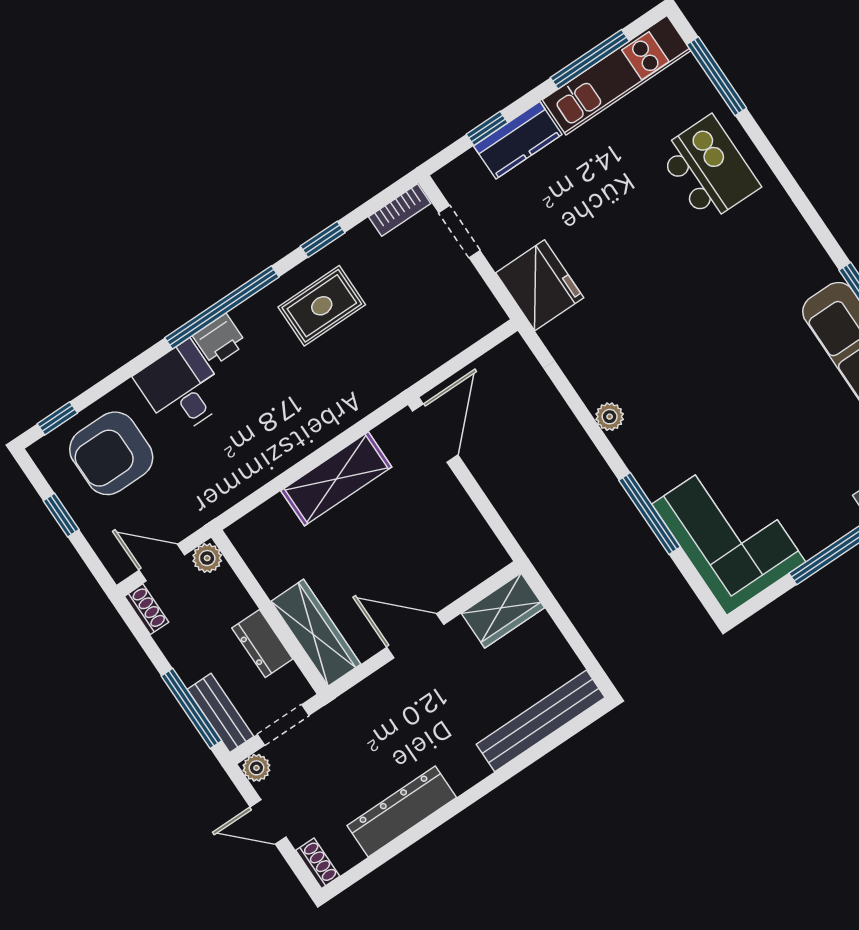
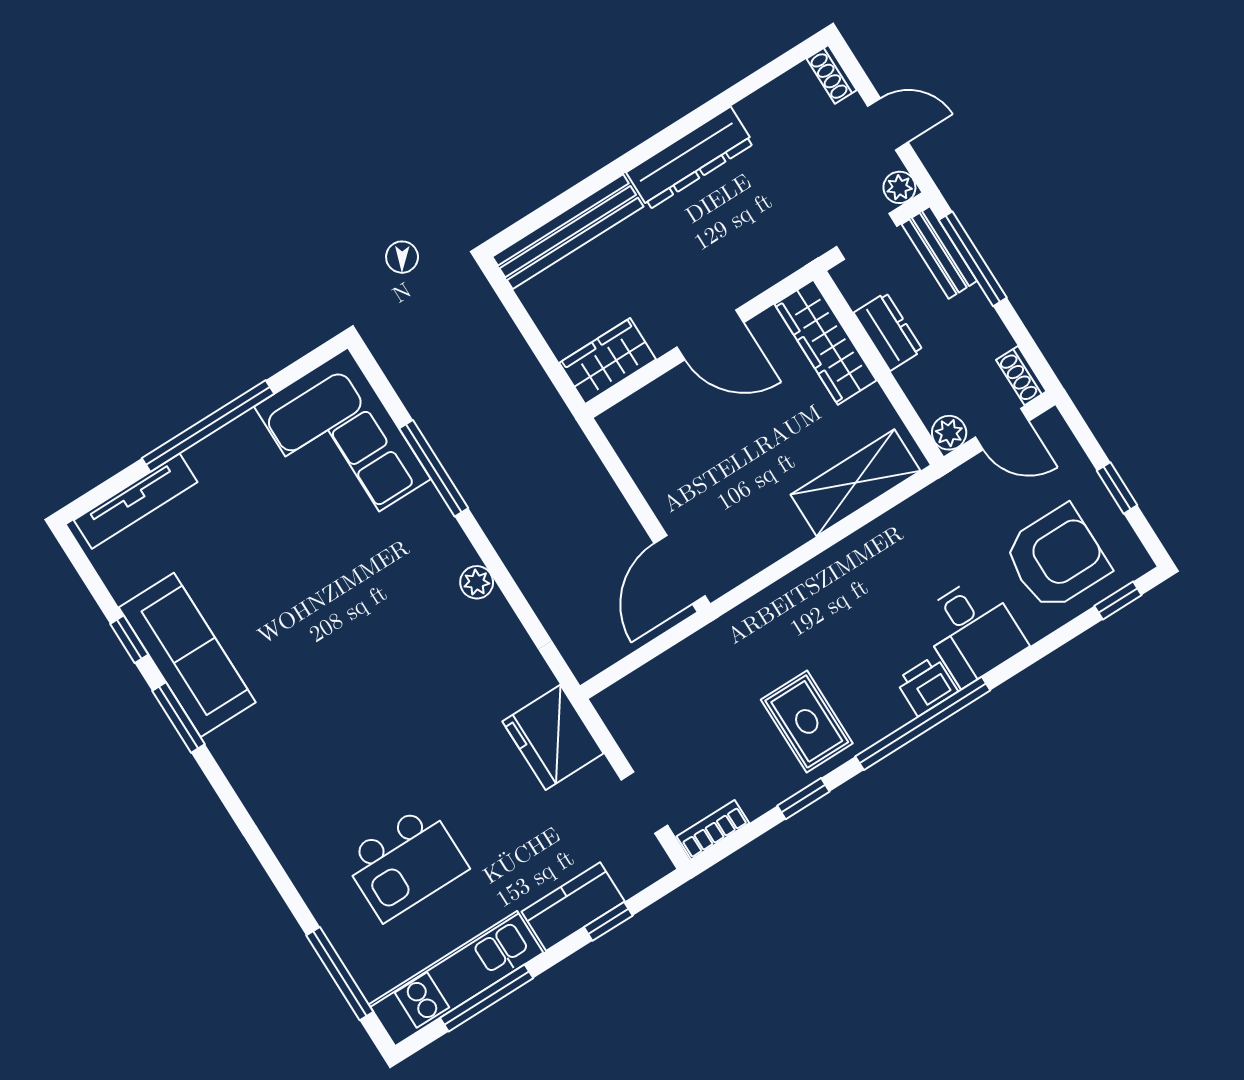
kitchen island: (709, 169) -> (406, 863), moved, turned -90
rug: (322, 306) -> (807, 721), turned 90
shelving: (336, 479) -> (855, 483), moved
dresser: (402, 812) -> (690, 158), moved

